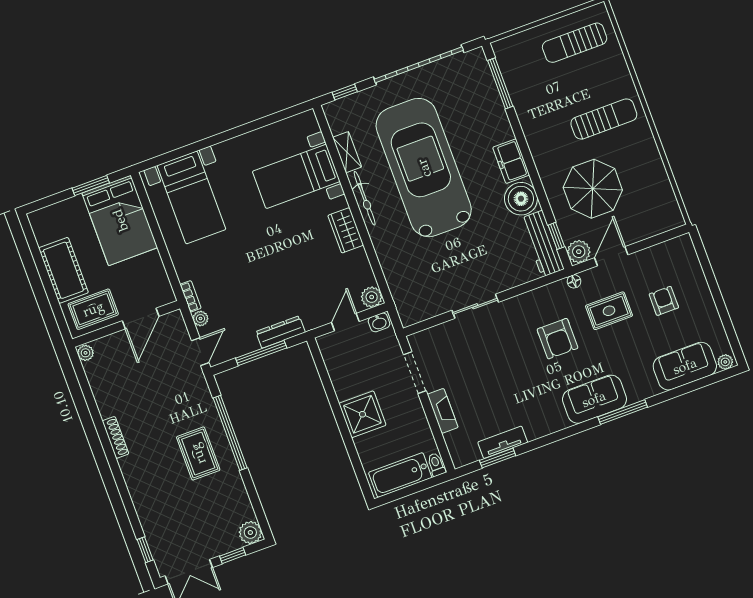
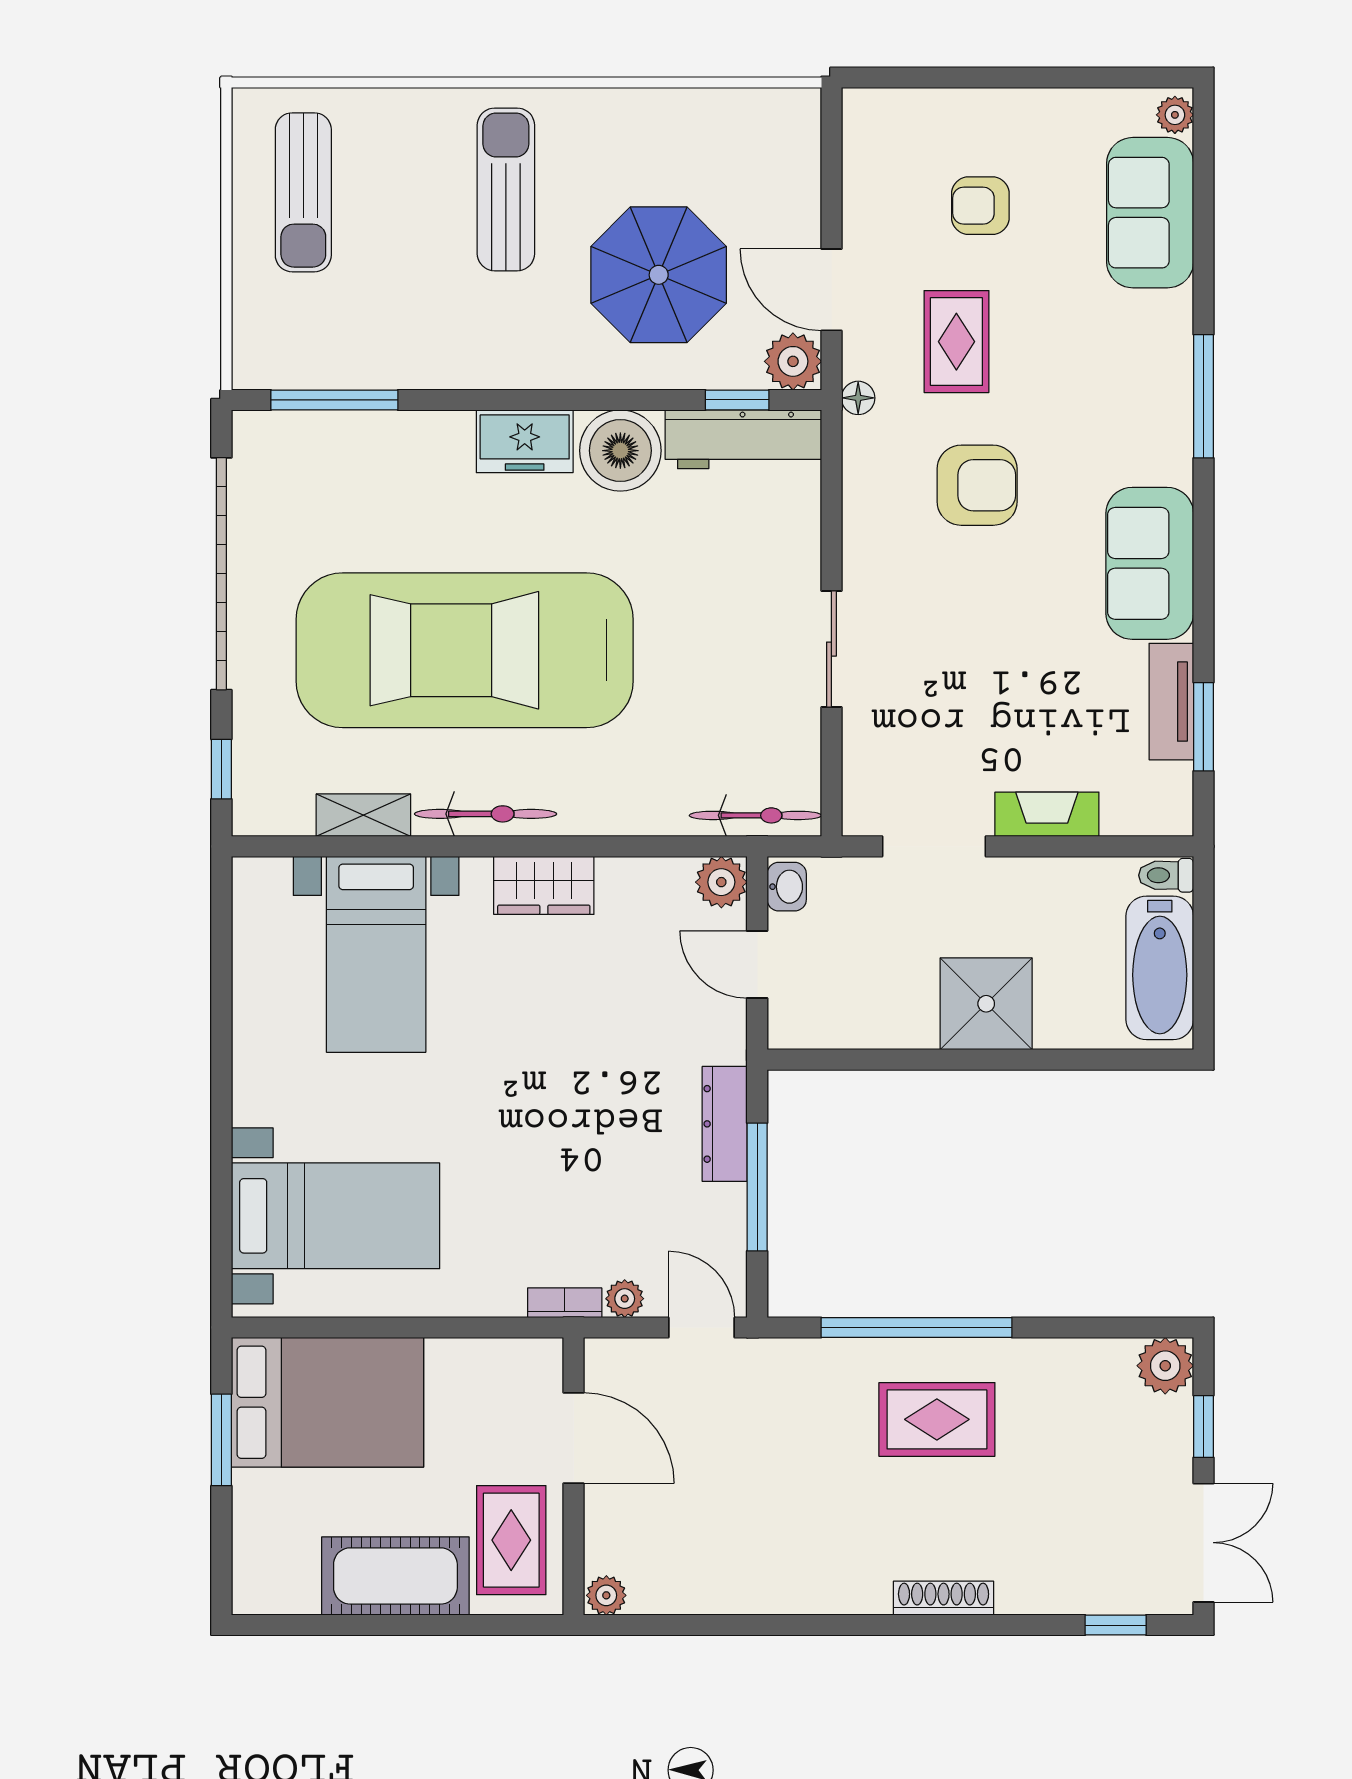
bicycle: (402, 301) -> (755, 815), added
sofa: (594, 399) -> (1150, 563), moved
shoe rack: (115, 437) -> (944, 1598), moved

